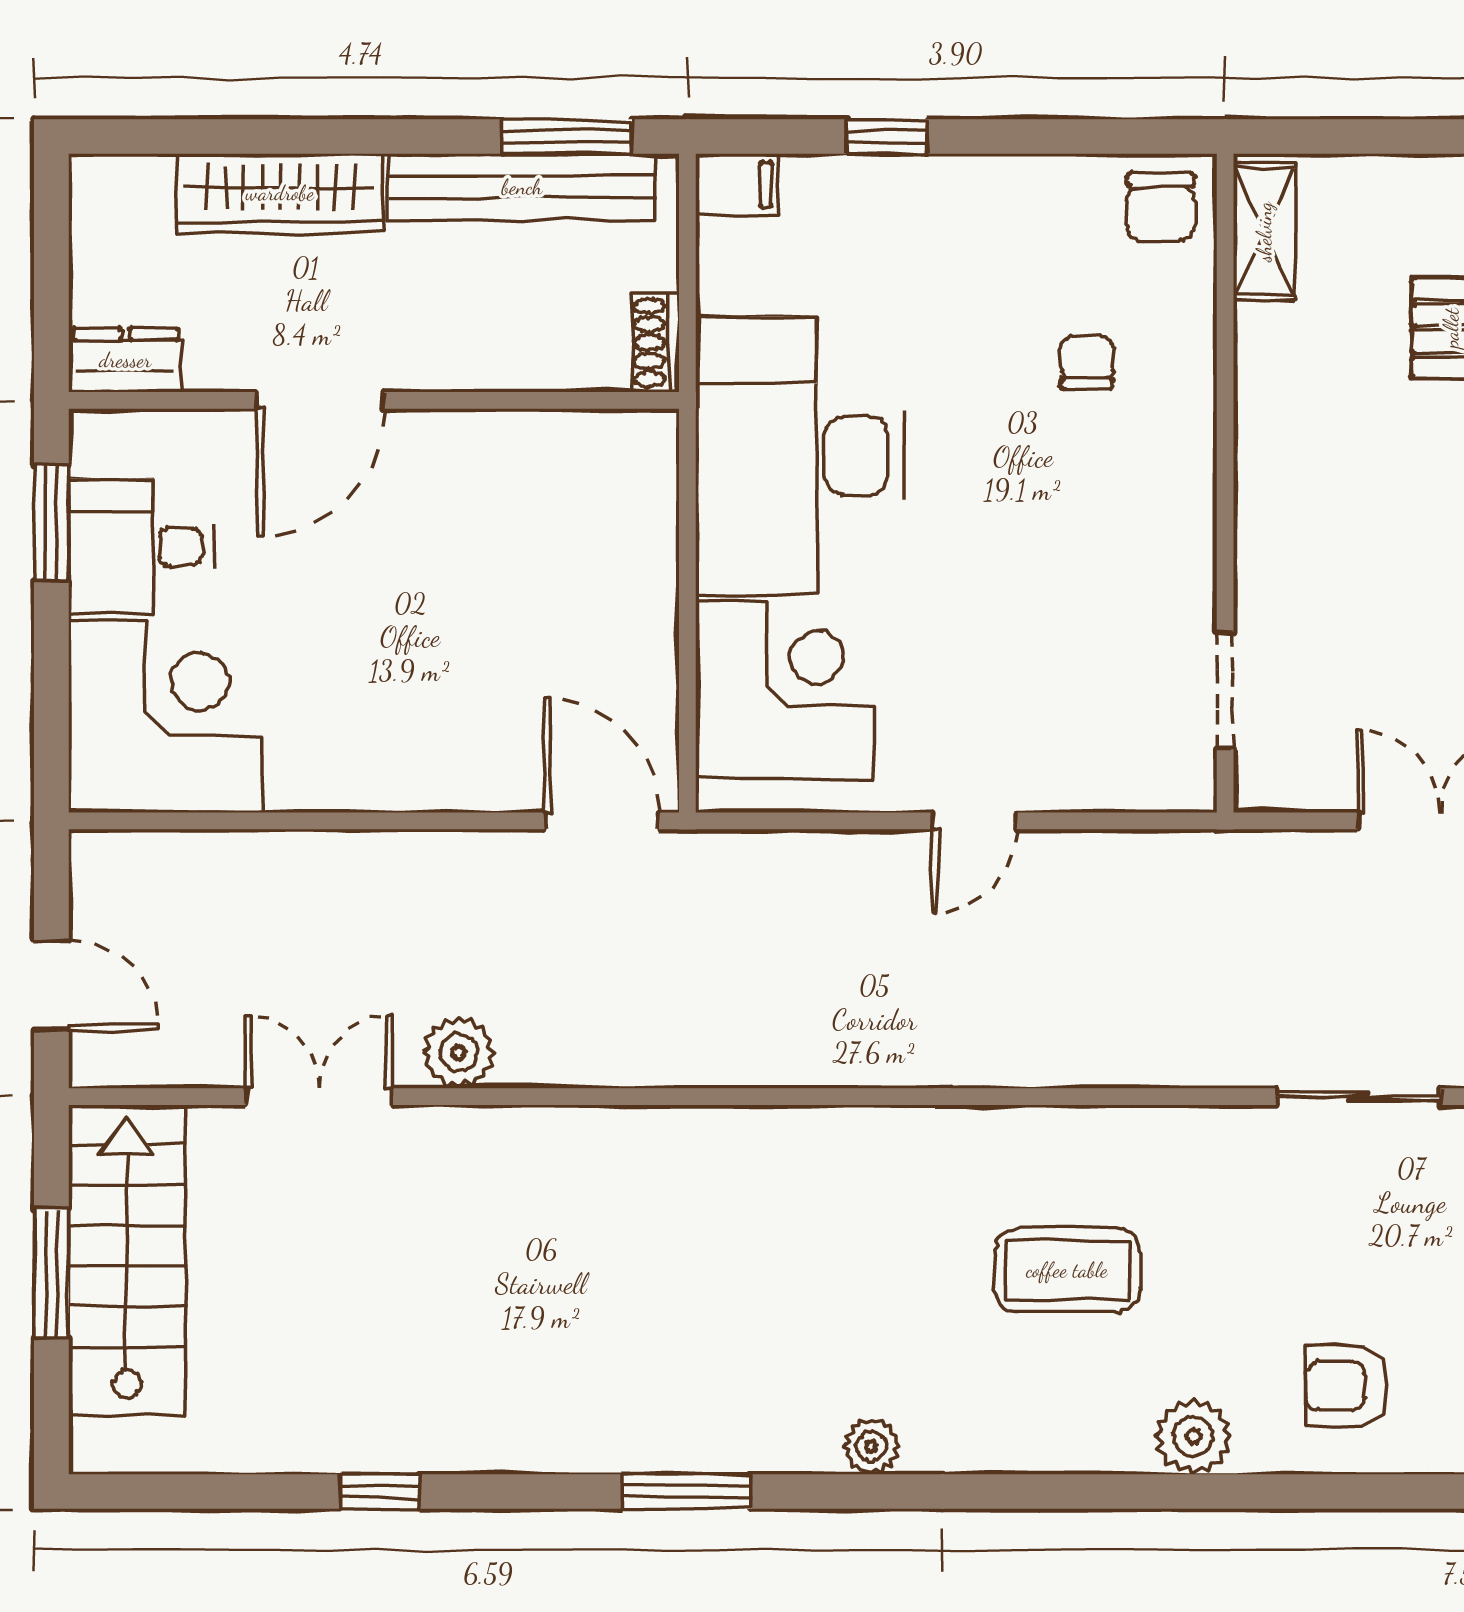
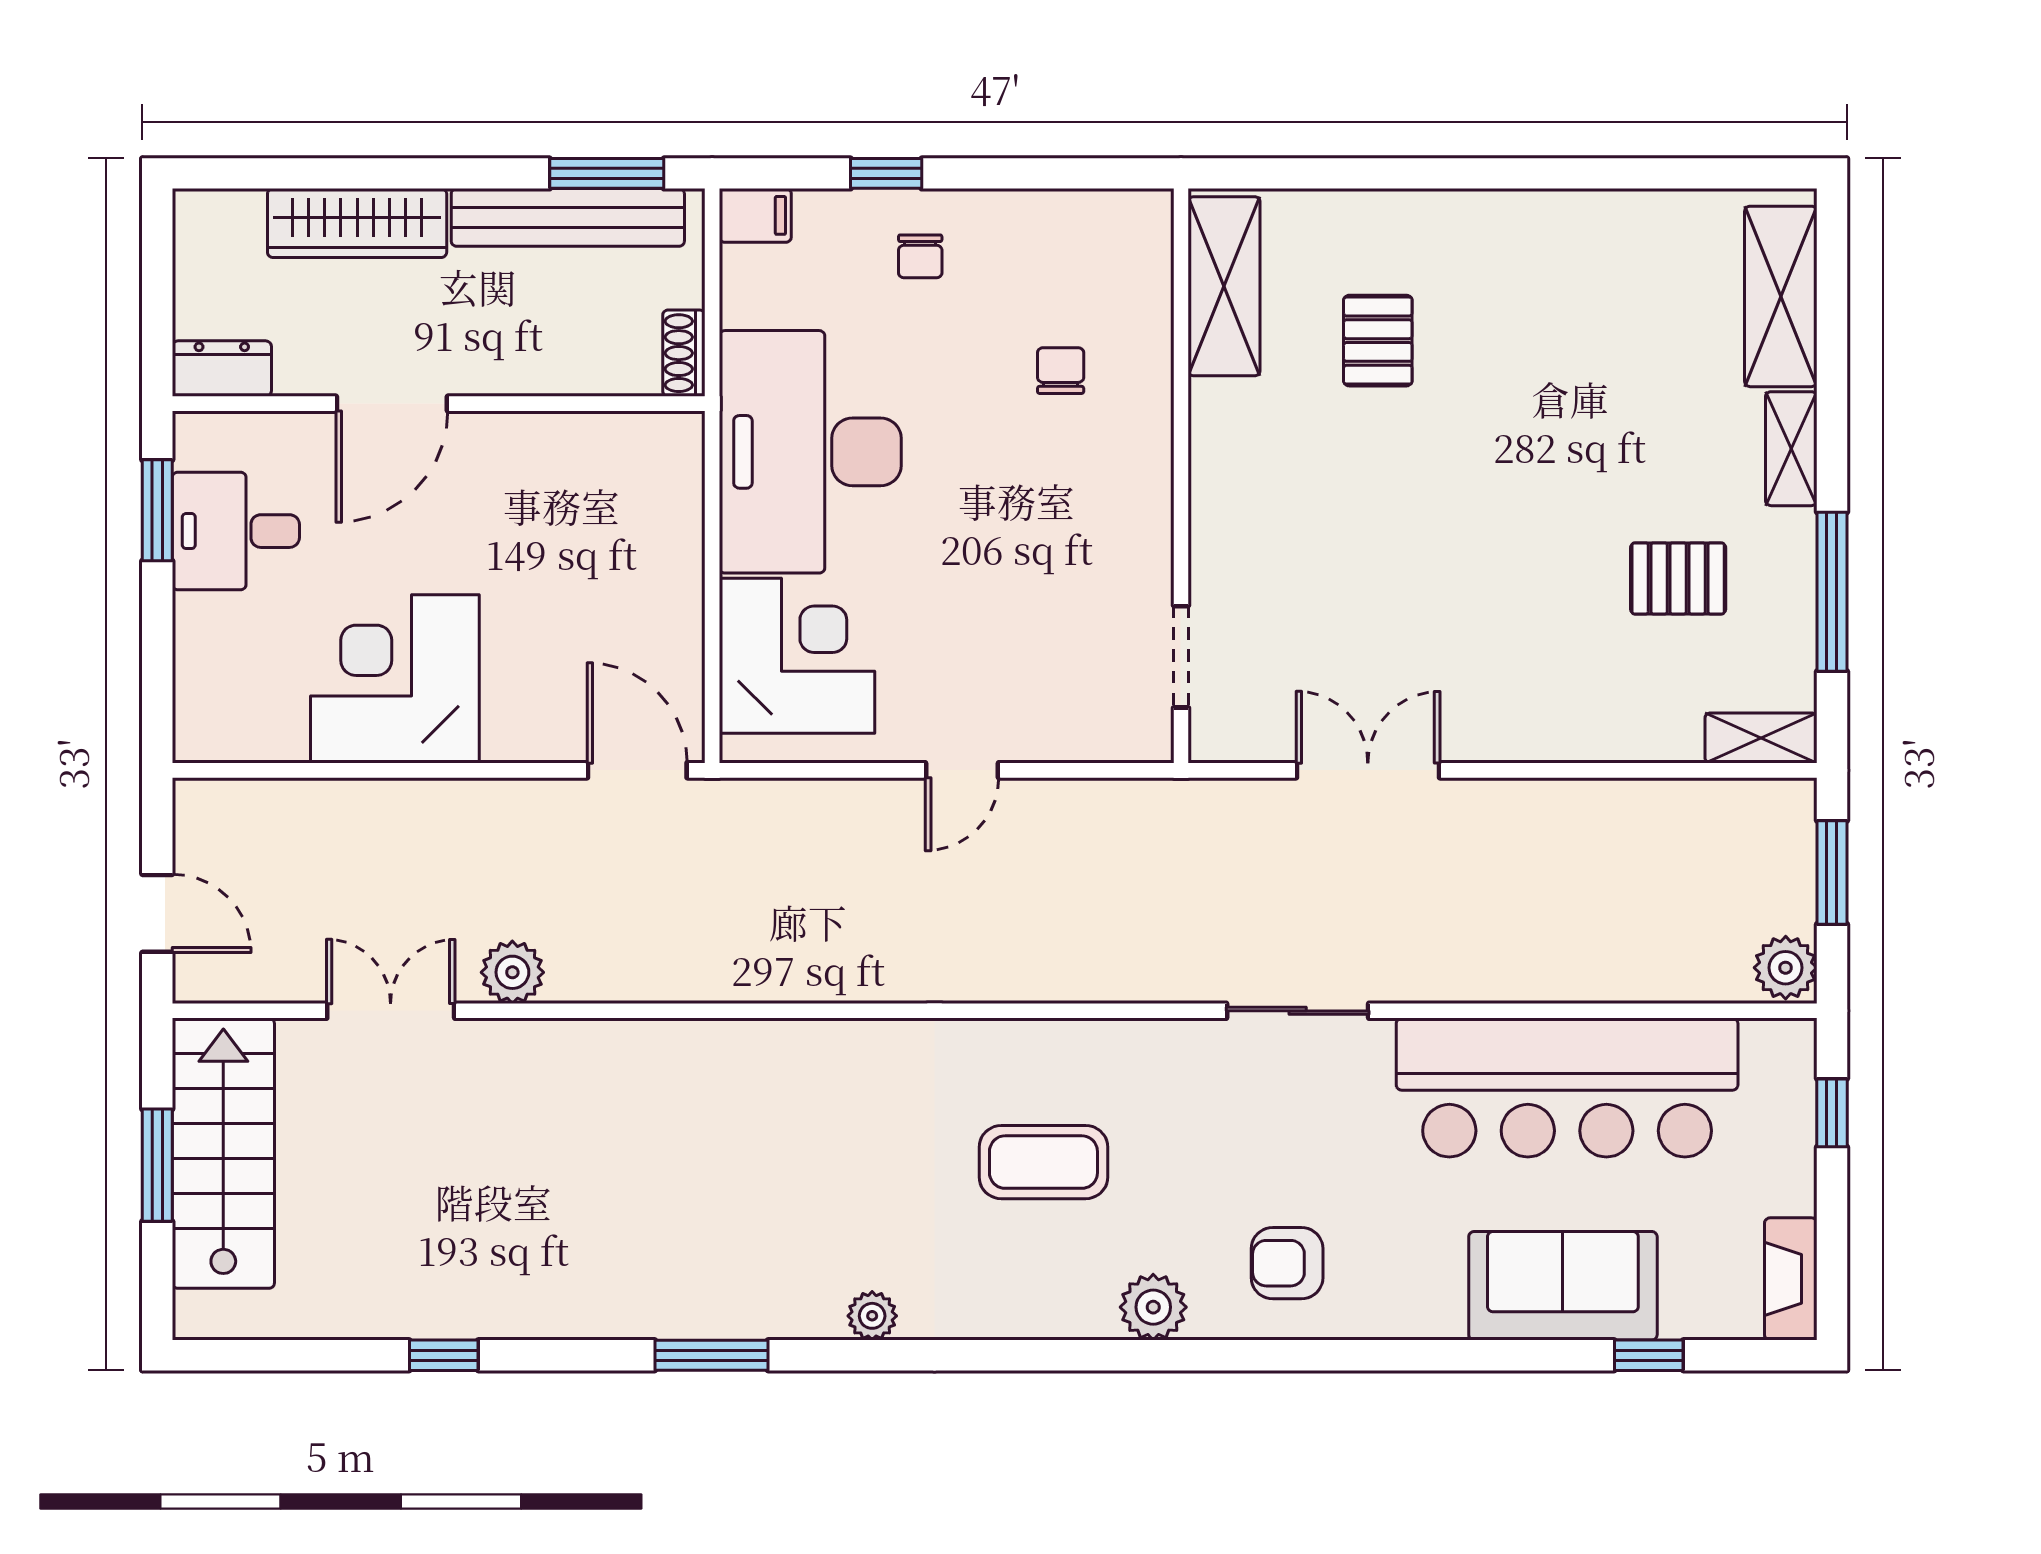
chair: (1161, 207) -> (920, 256), moved, width x0.73, depth x0.73
shelving: (1264, 232) -> (1224, 286), width x1.50, depth x1.33
corner desk: (165, 716) -> (395, 679), moved, turned -90

